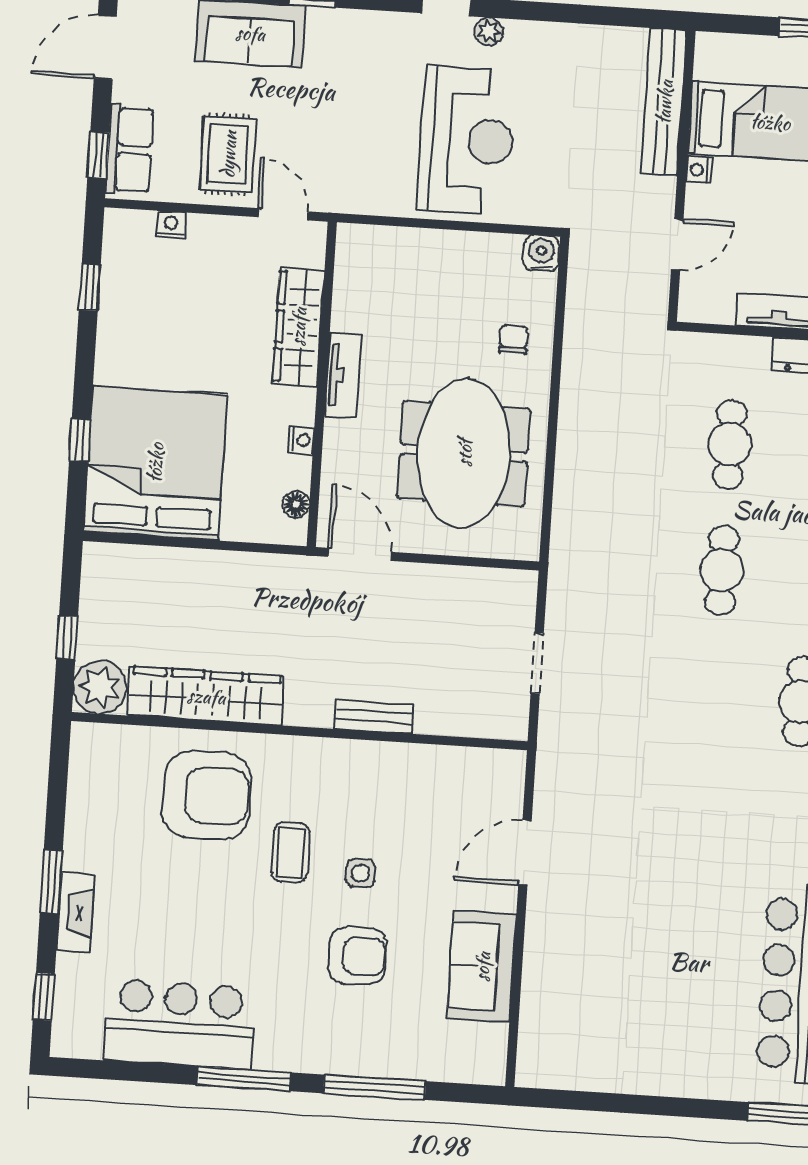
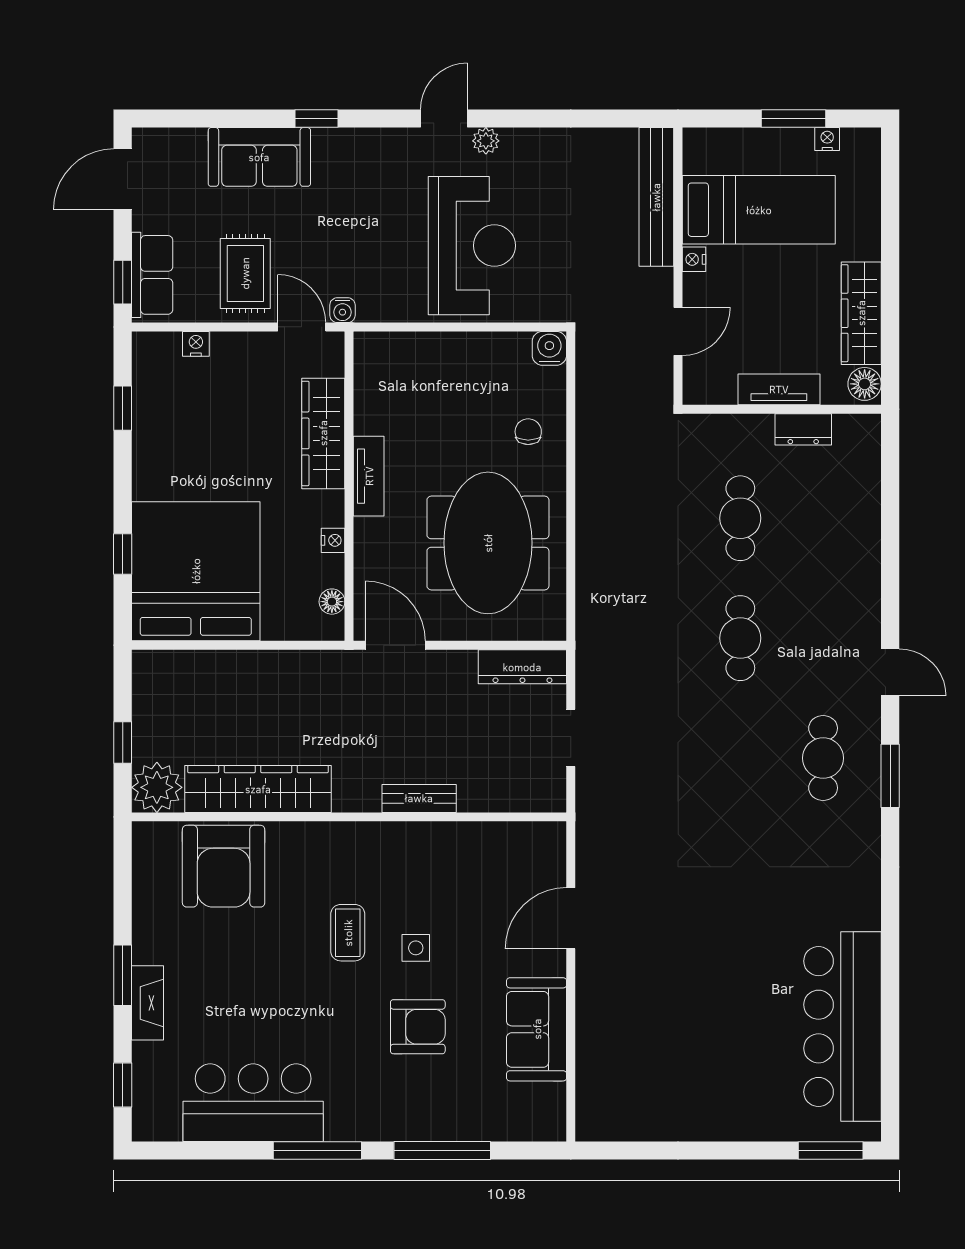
water cooler: (327, 199) -> (342, 310), added
dresser: (491, 585) -> (522, 667), added
armchair: (207, 795) -> (224, 866), moved, turned 90

